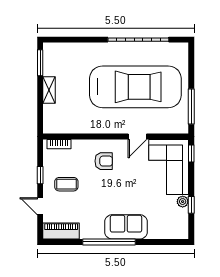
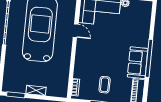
armchair: (104, 161) -> (91, 56), removed
sofa: (126, 227) -> (138, 63), moved

